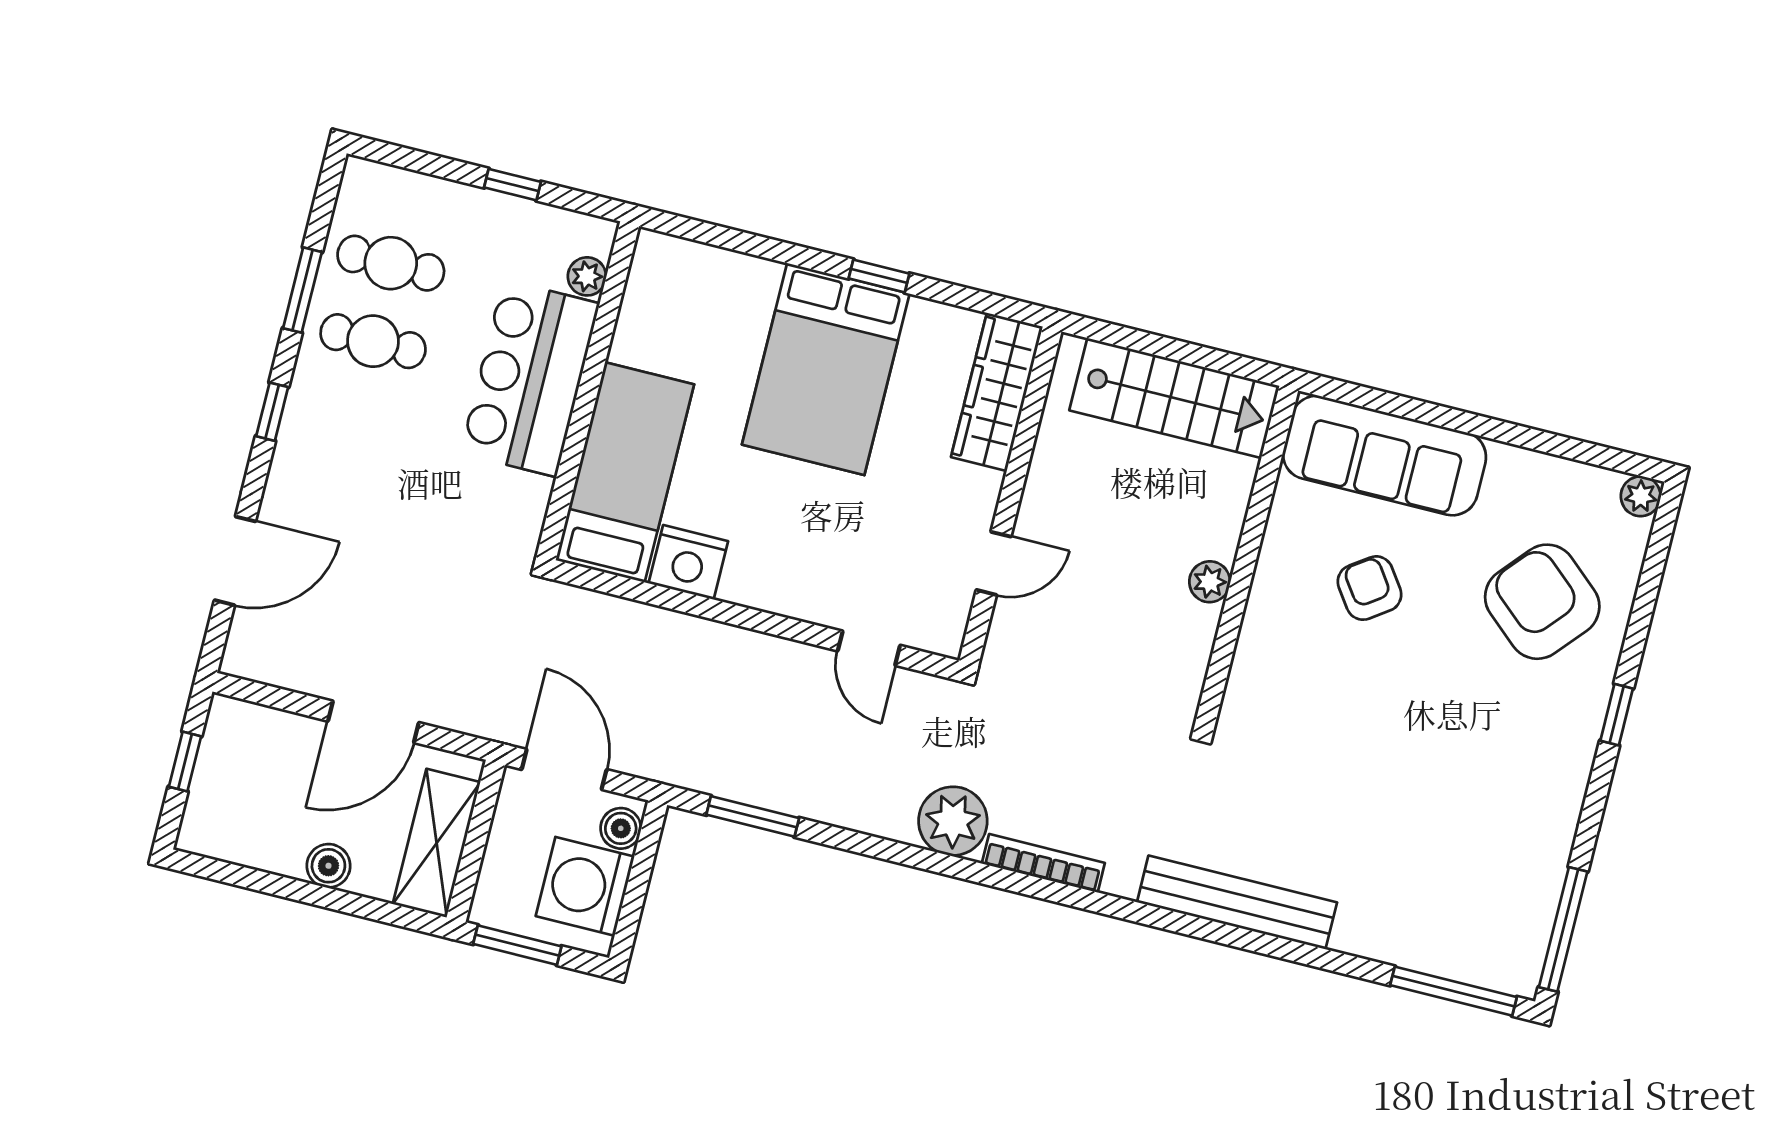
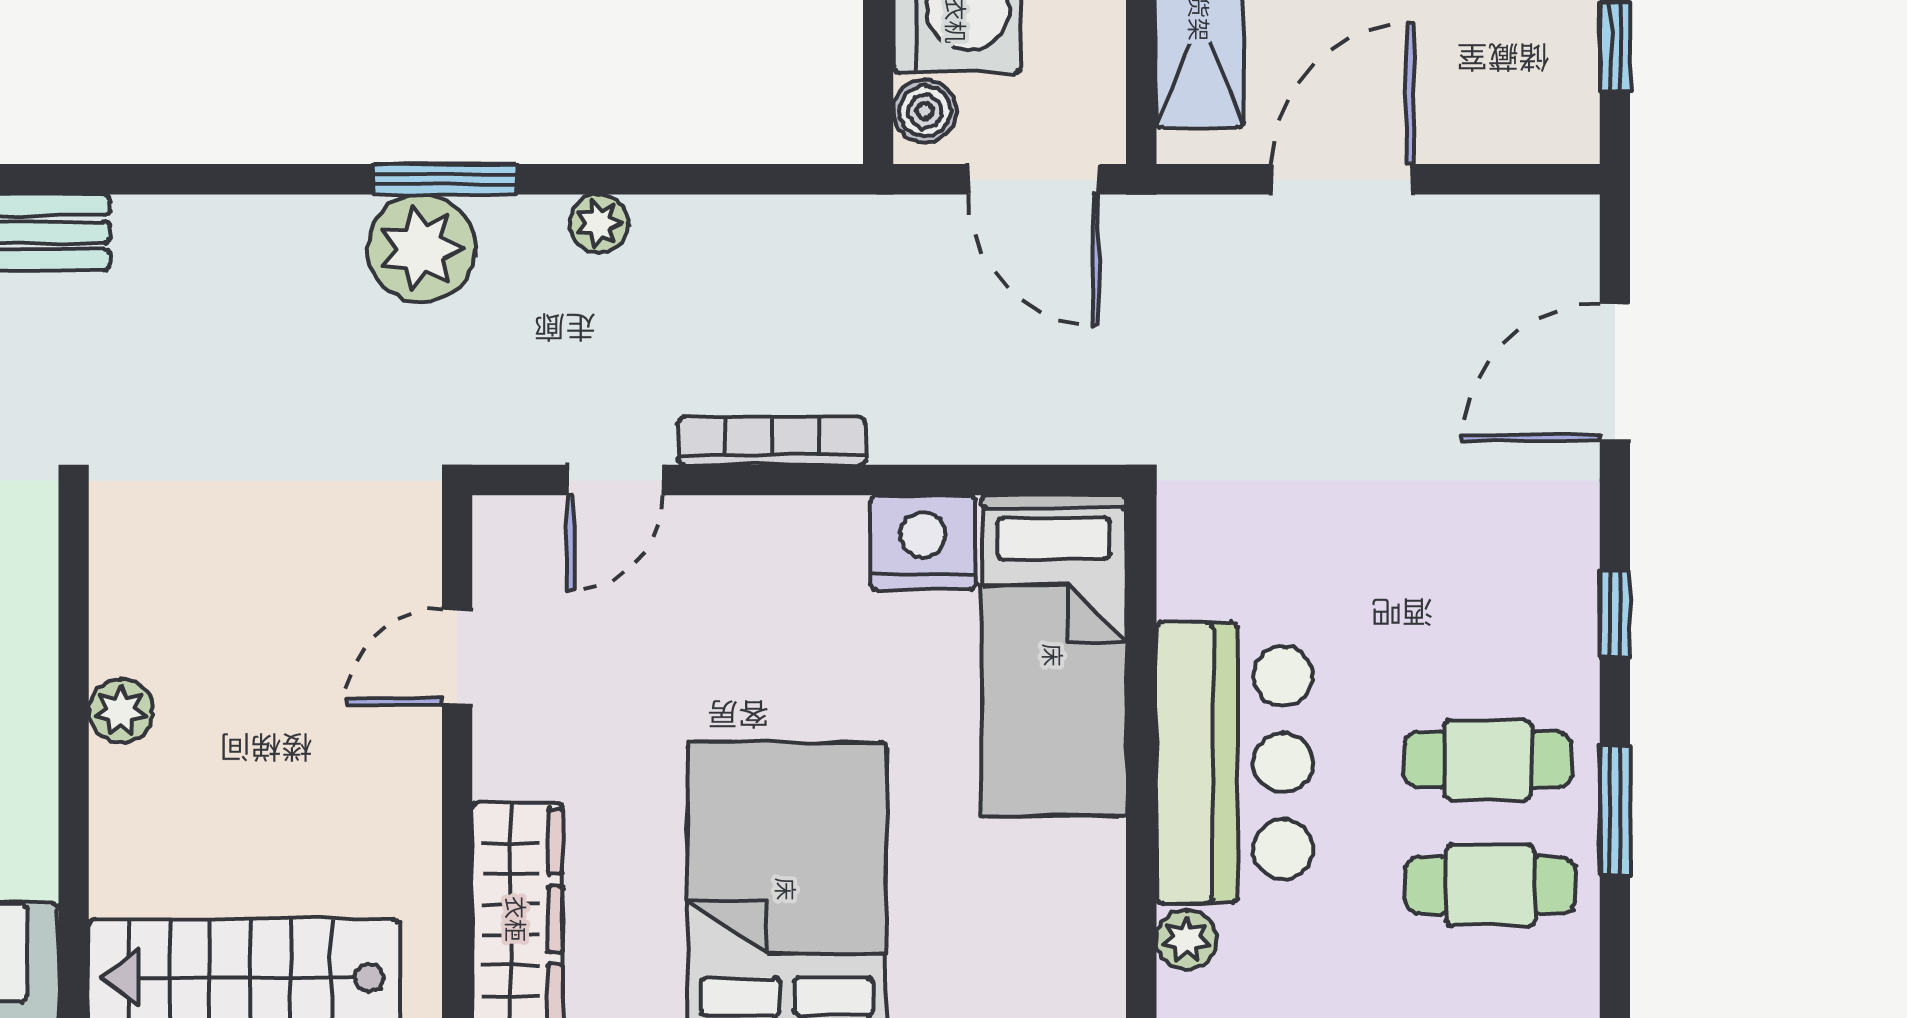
door: (869, 648) -> (615, 480), swing flipped
plant: (840, 809) -> (599, 223), added
window: (753, 816) -> (445, 179), moved
bookcase: (1043, 863) -> (772, 441), moved, turned 180

